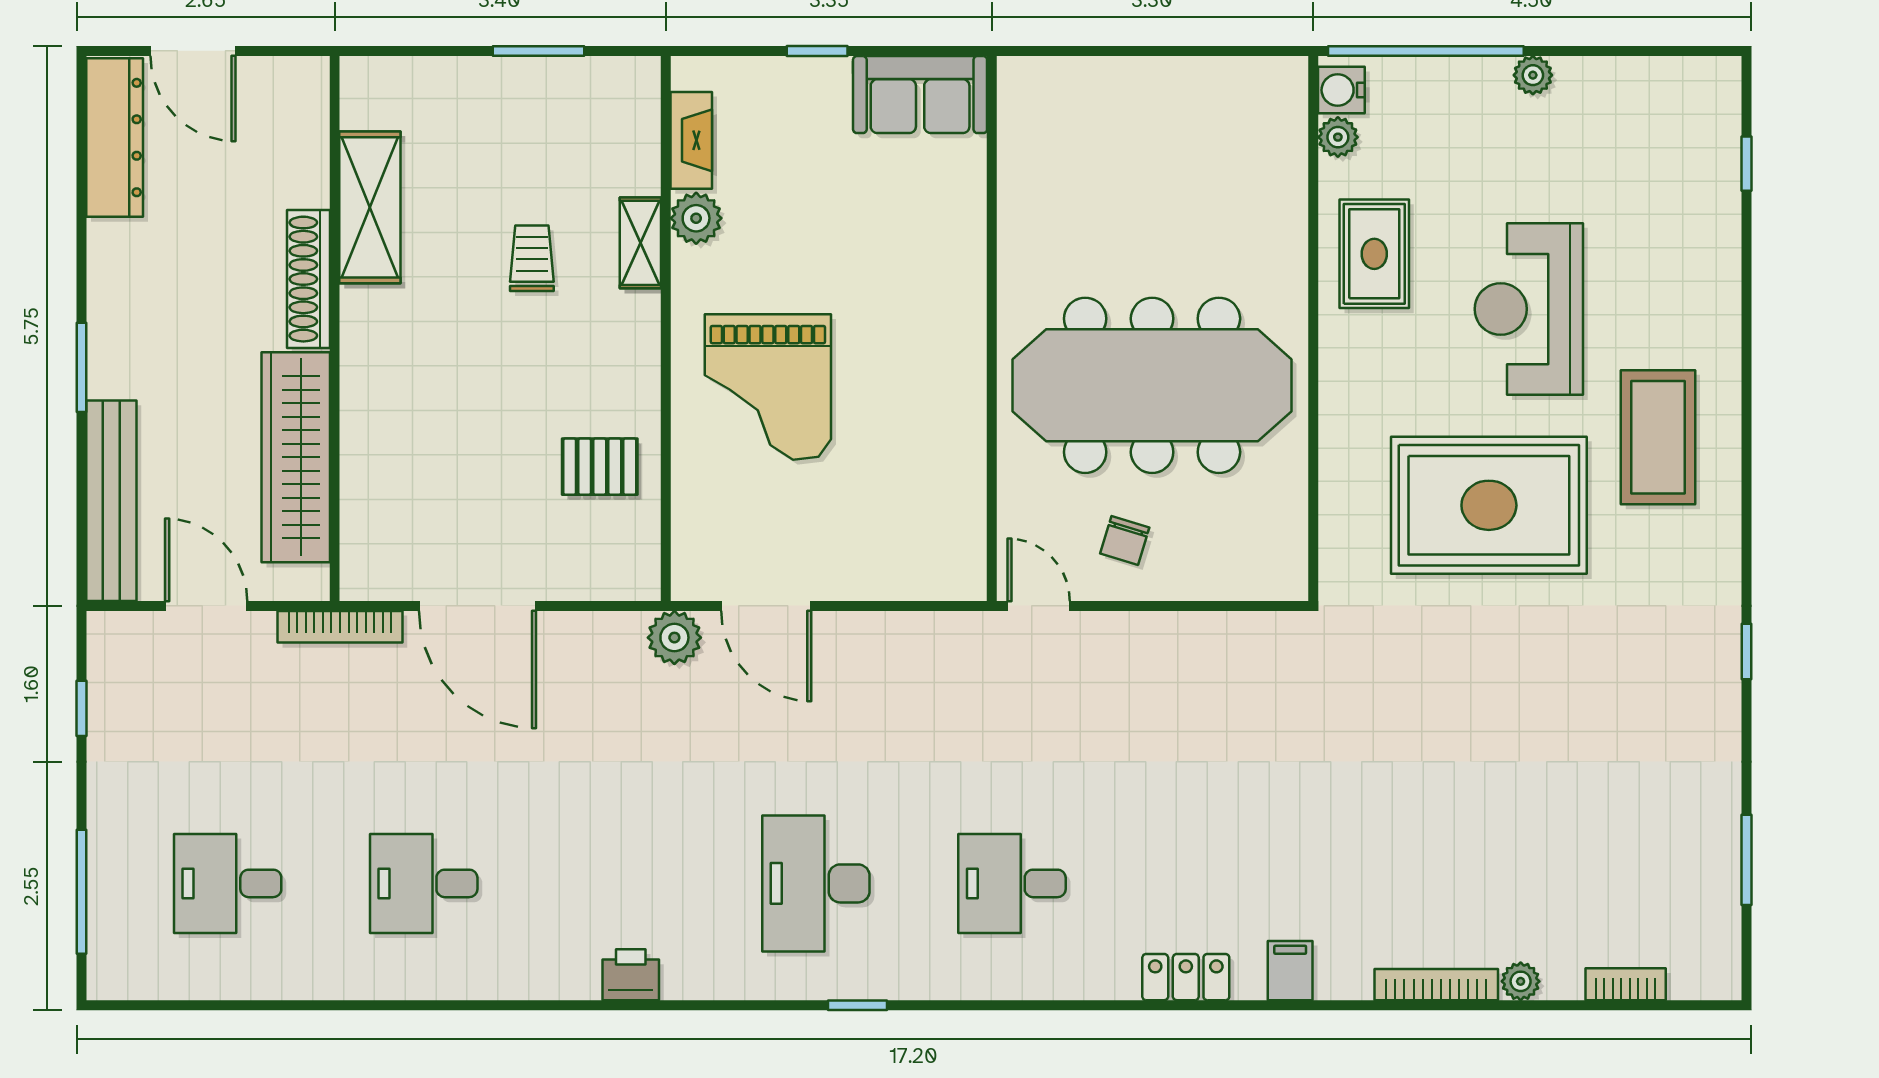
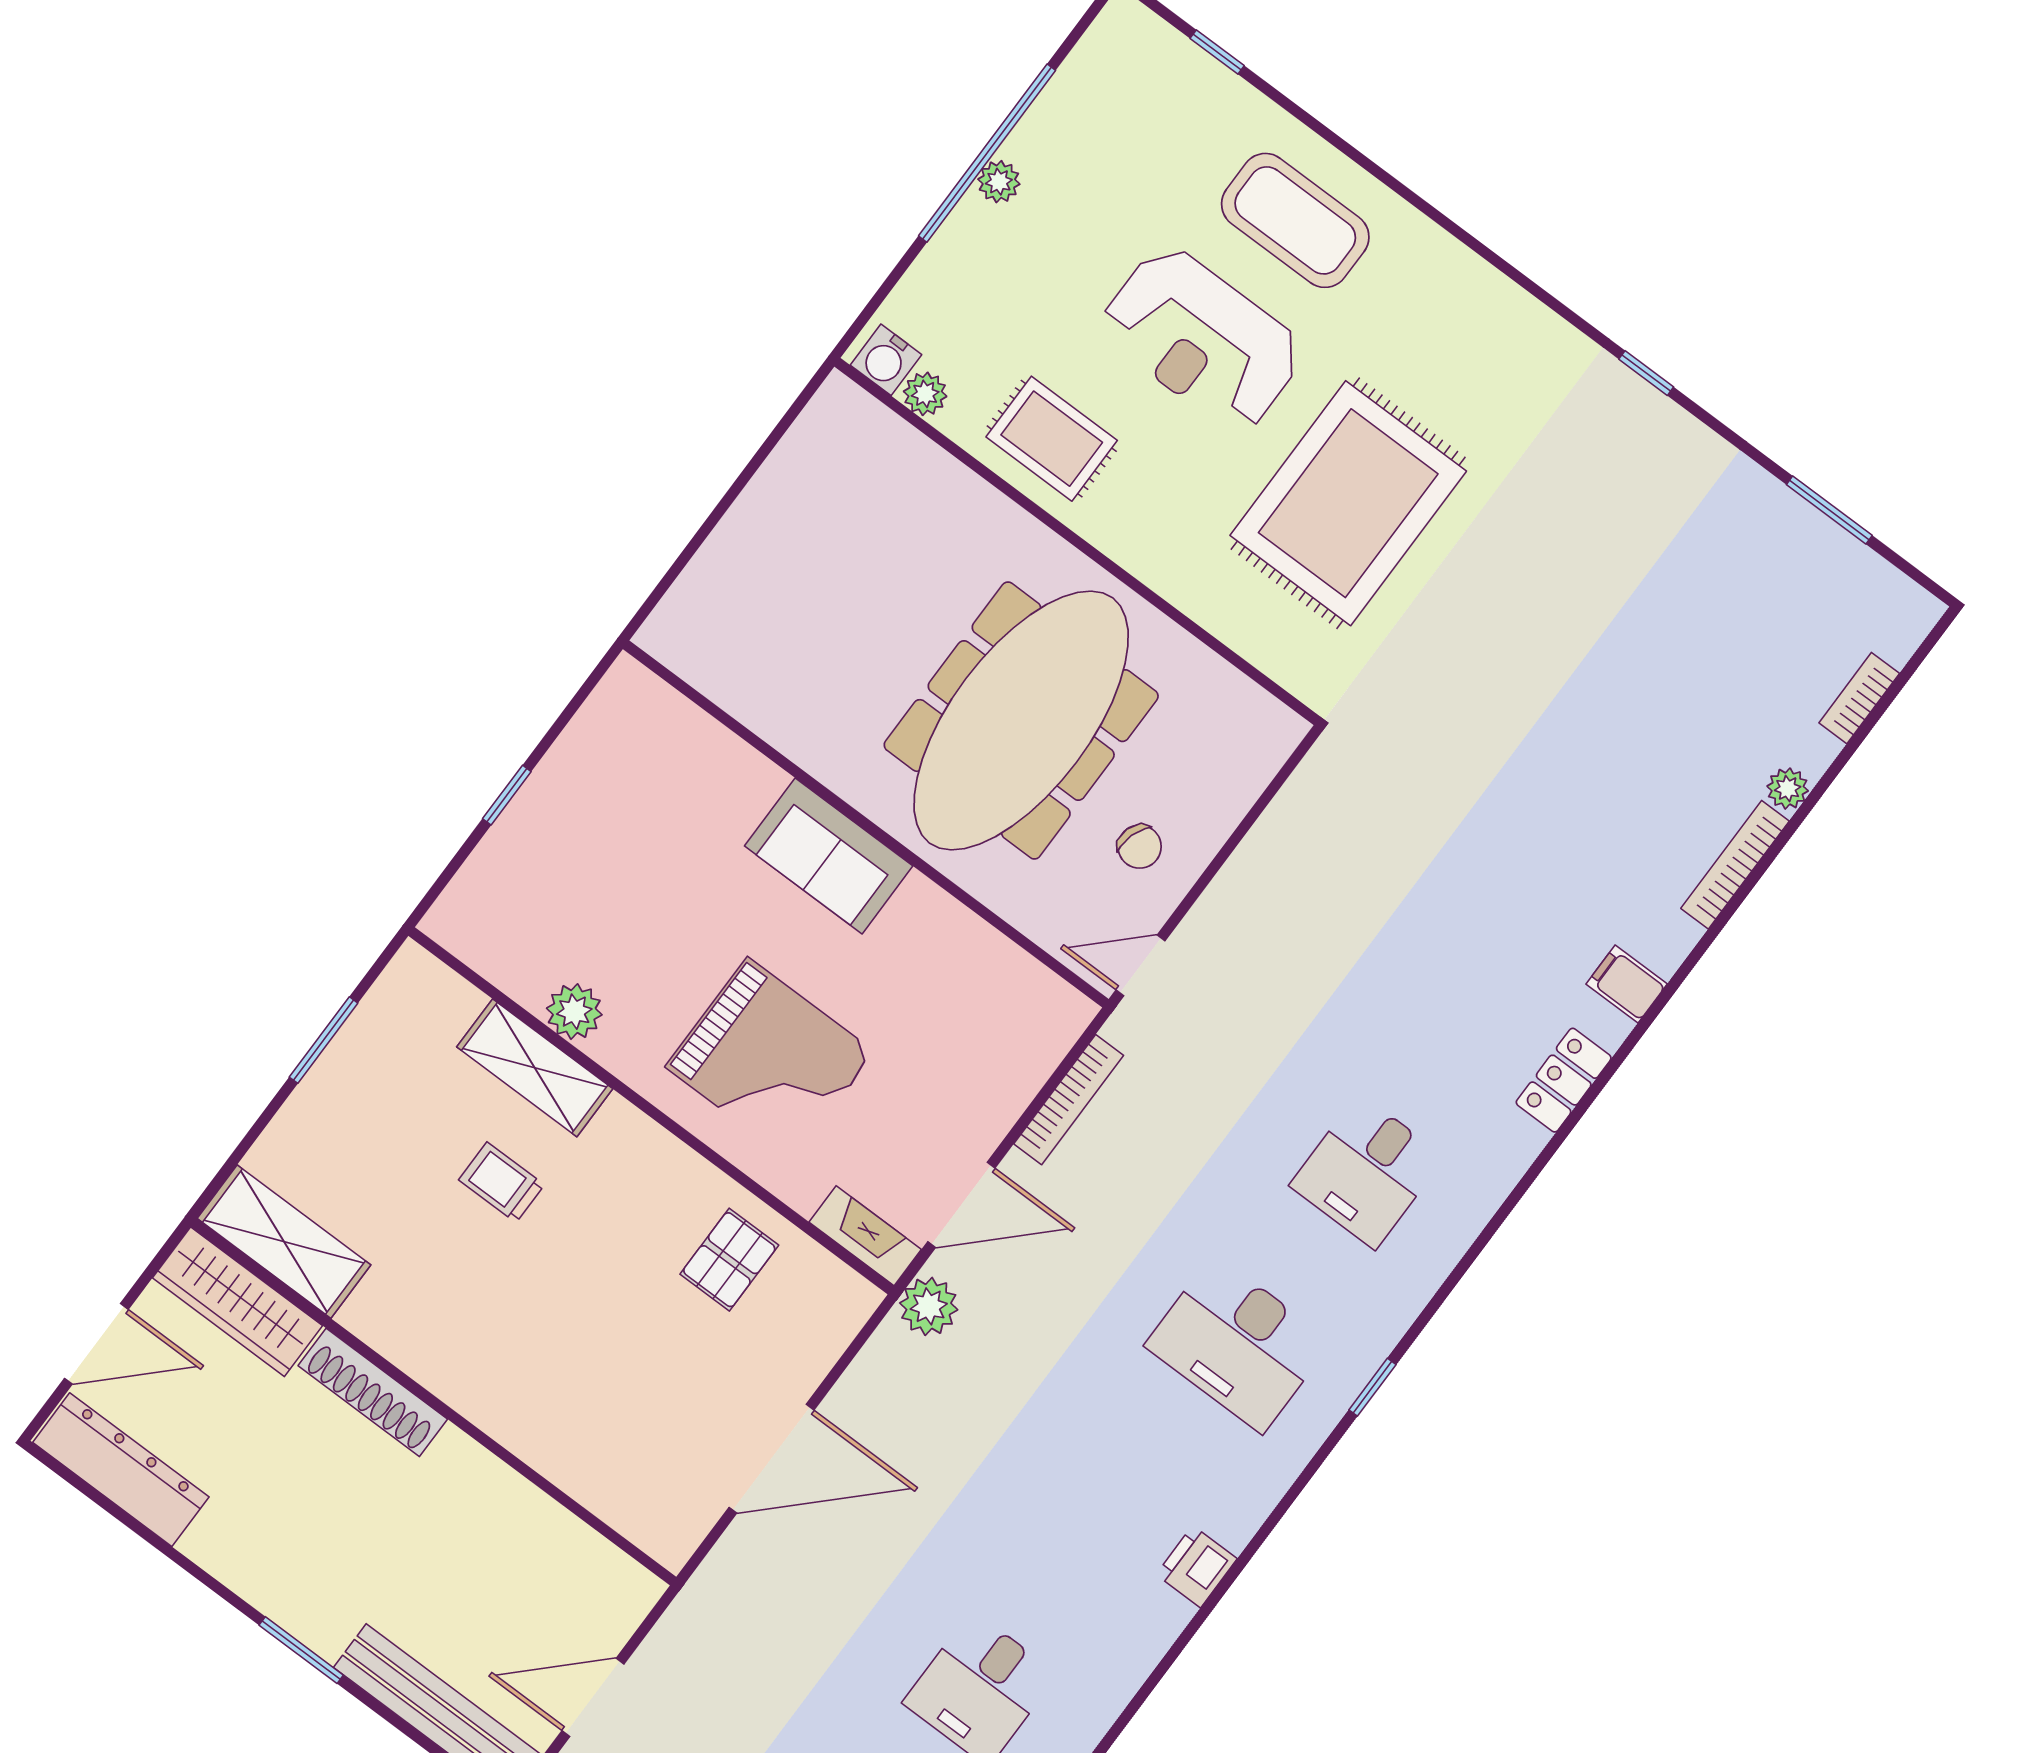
window: (1426, 51) -> (987, 153), moved
sofa: (920, 95) -> (829, 856), moved, turned 90
fireplace: (691, 140) -> (865, 1236), moved
shelving: (370, 207) -> (284, 1242), moved
shelving: (640, 243) -> (535, 1068), width x1.50, depth x1.33
coffee table: (1658, 437) -> (1295, 220), moved
wardrobe: (296, 457) -> (237, 1302), moved, width x0.71, depth x0.85
bookcase: (340, 627) -> (1069, 1100), moved

